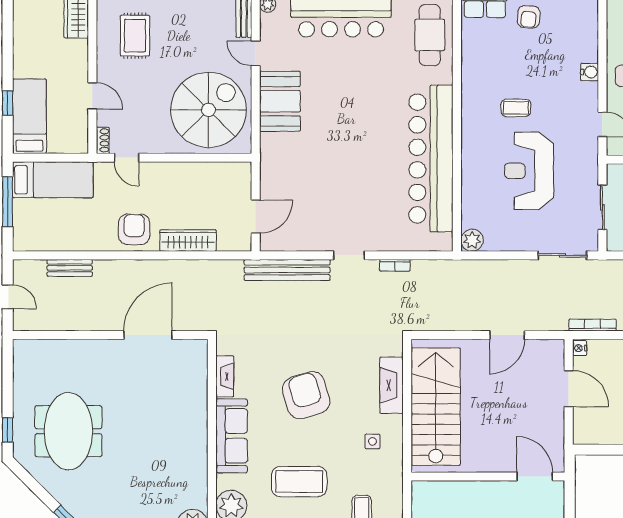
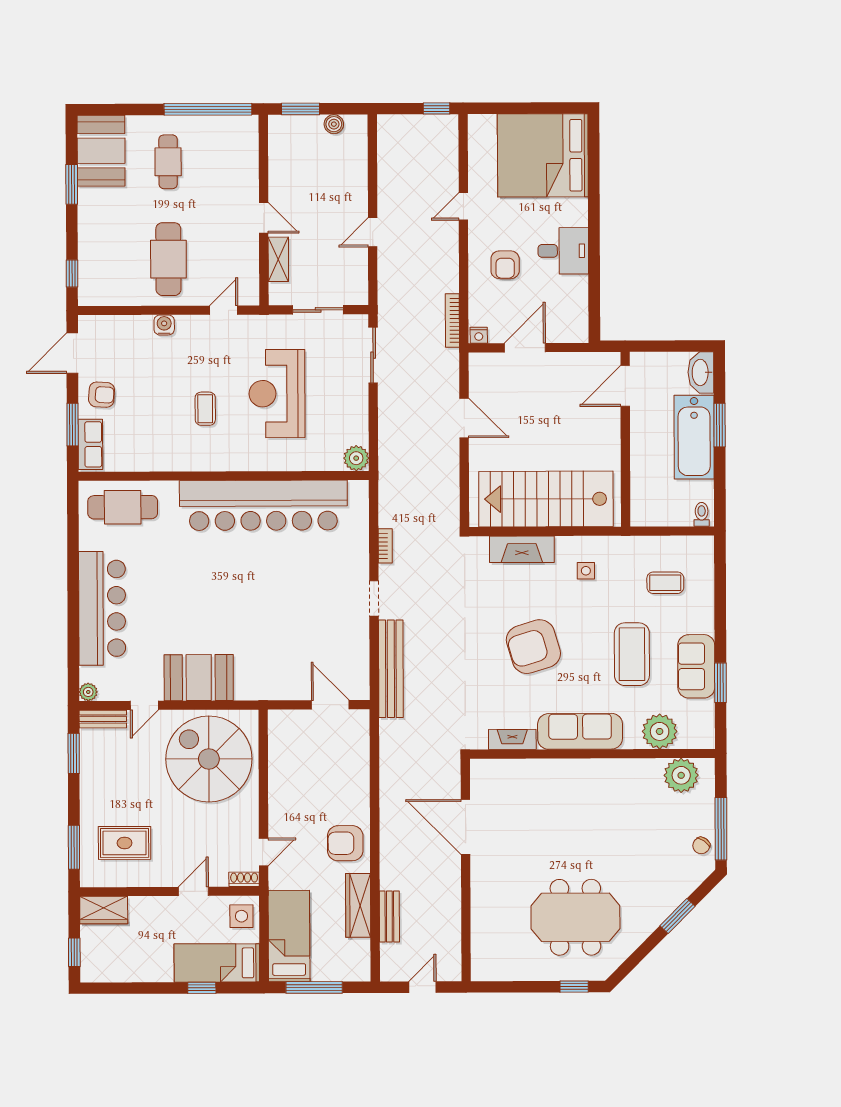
side table: (70, 138) -> (241, 916), added
reception desk: (529, 171) -> (277, 394), turned 90
wardrobe: (188, 240) -> (358, 905), moved

